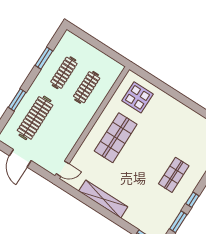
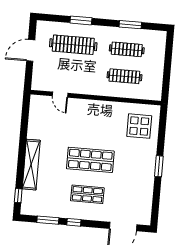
window: (182, 99) -> (159, 166), added
shop shelf: (116, 138) -> (90, 160), moved
door: (63, 169) -> (60, 95), moved
shelving: (103, 199) -> (31, 165), moved

